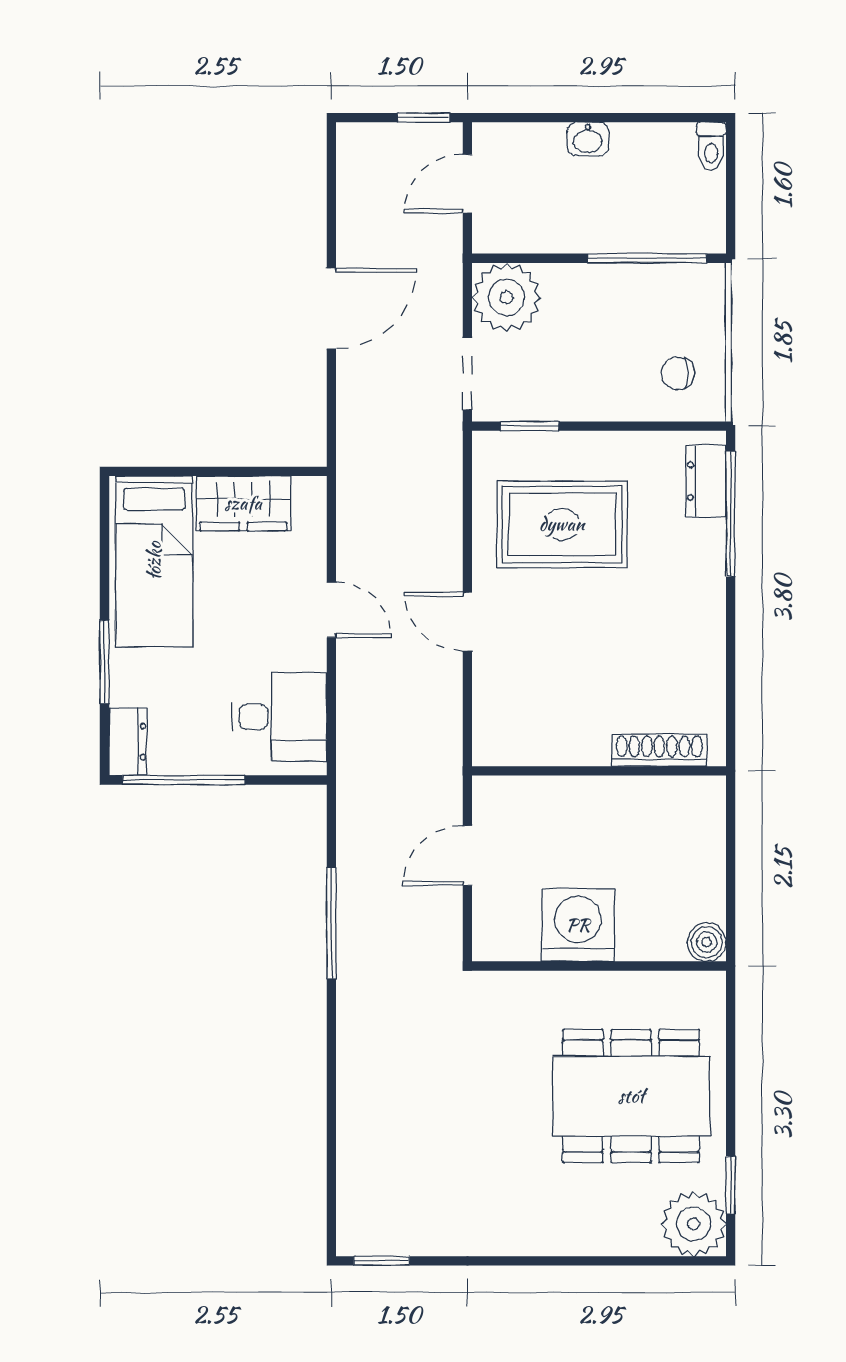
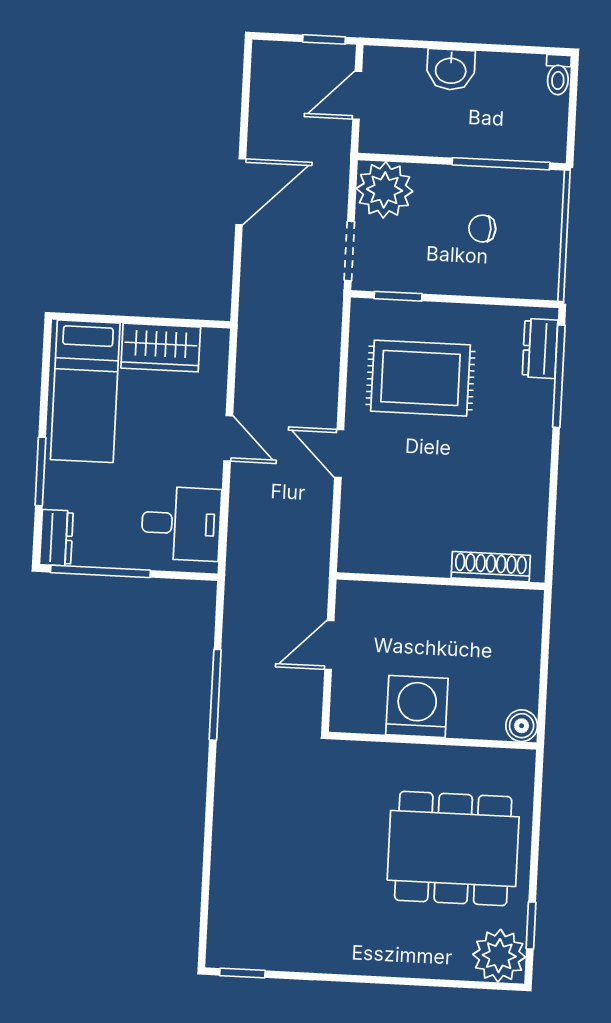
washbasin: (588, 139) -> (451, 70), width x1.38, depth x1.45
chair: (678, 373) -> (482, 229), moved

